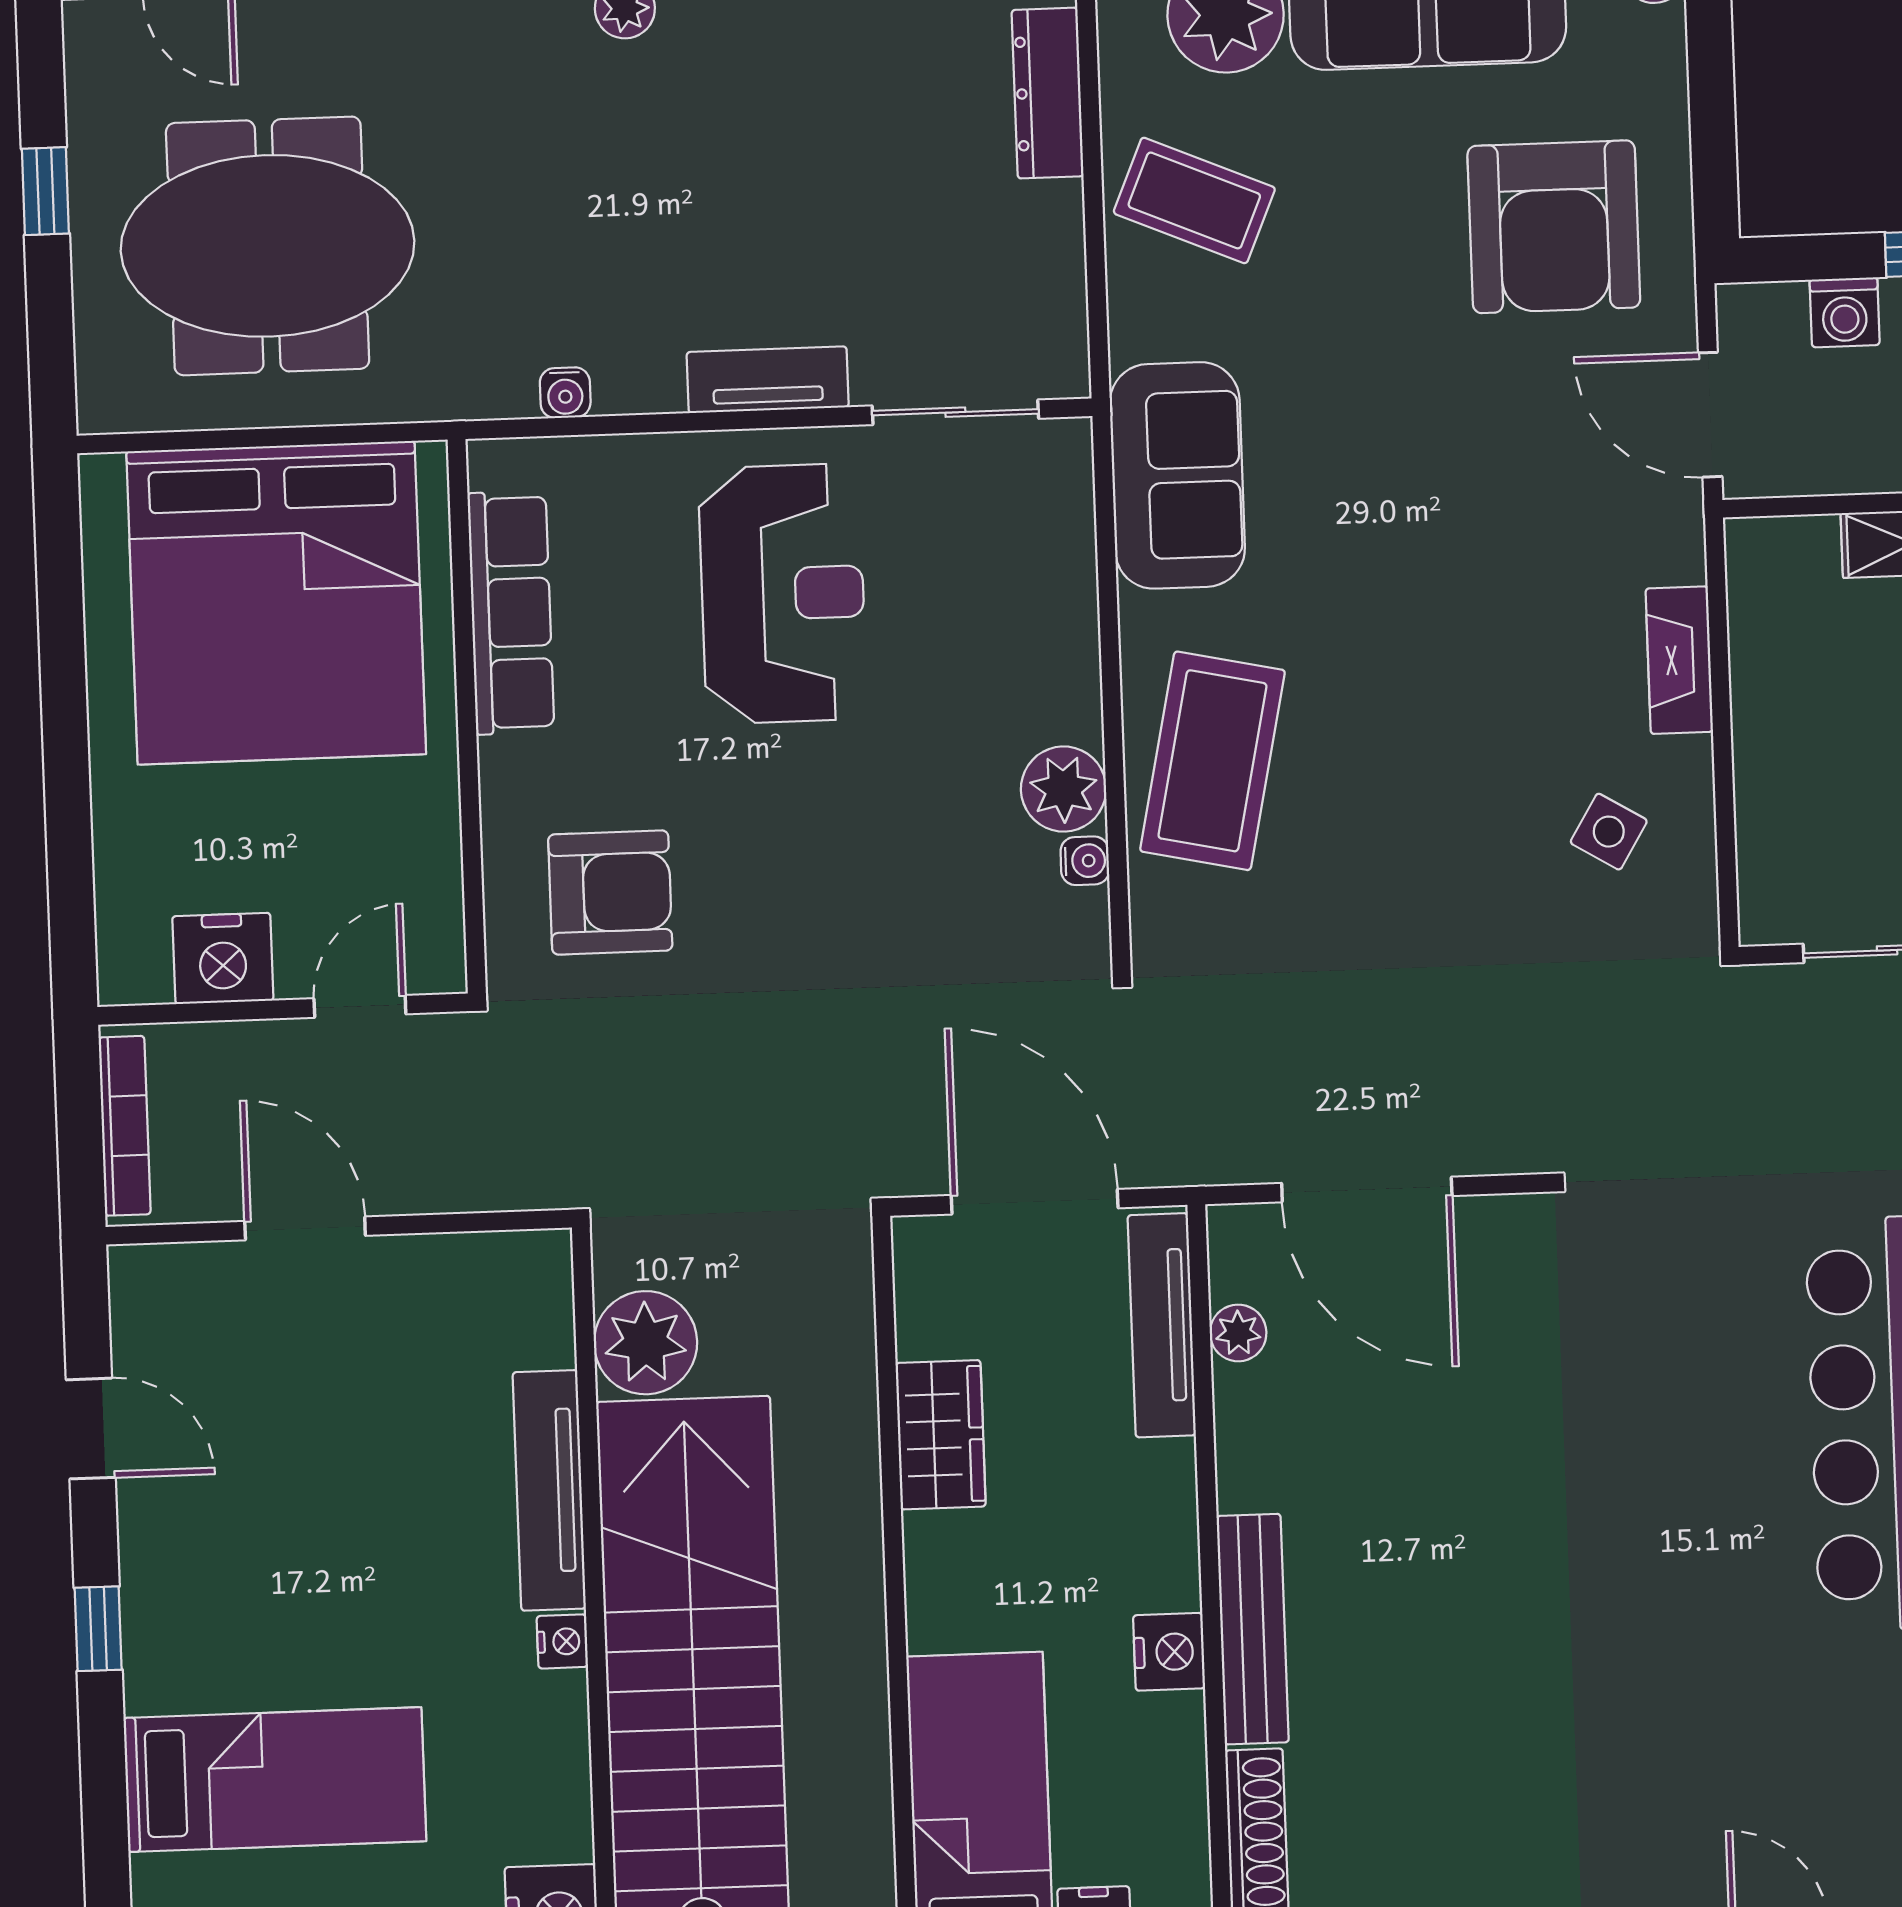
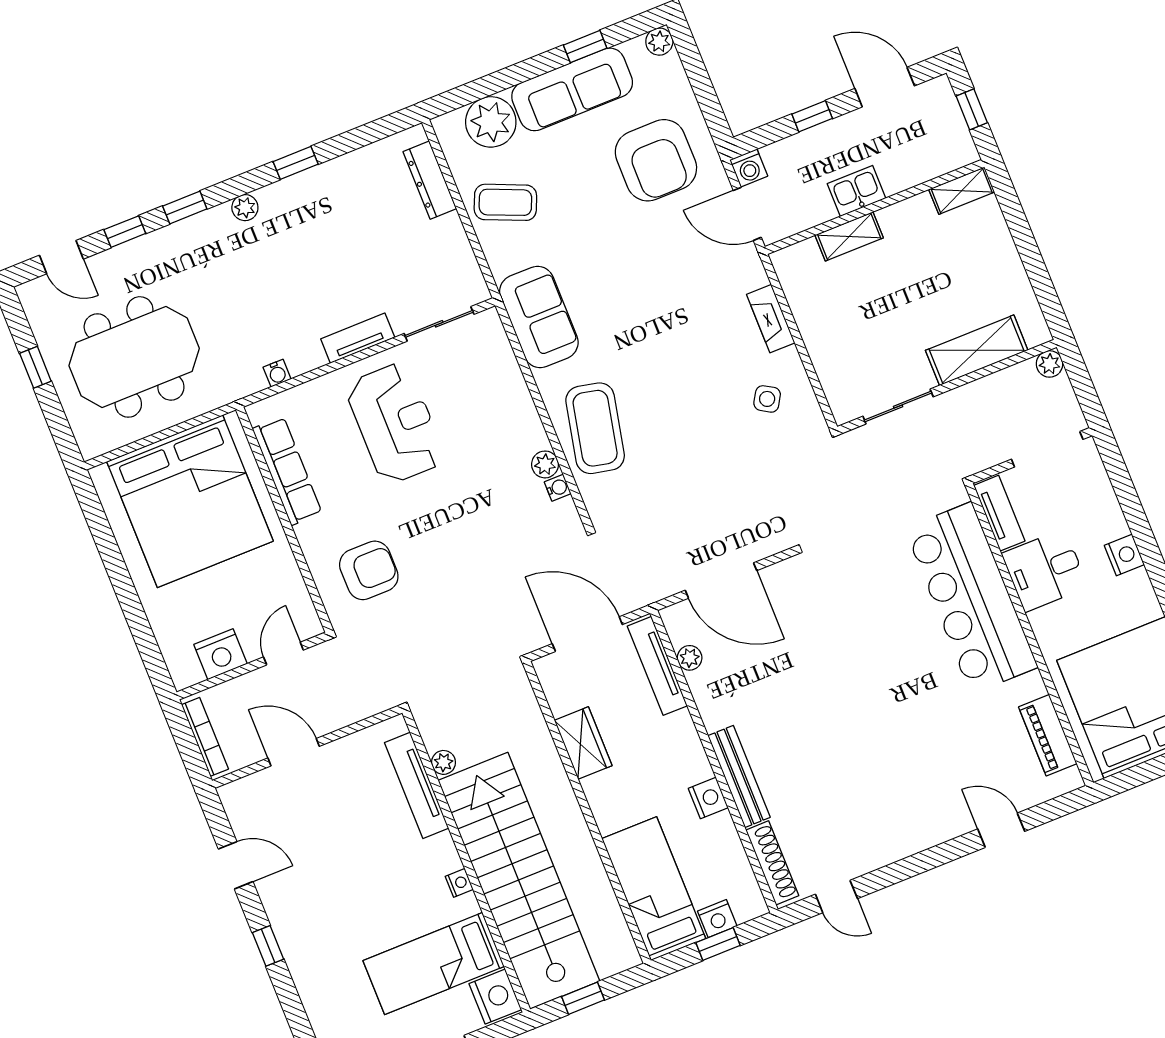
washing machine: (1845, 312) -> (749, 168), moved
plant: (1064, 789) -> (545, 464), width x0.73, depth x0.73
plant: (646, 1343) -> (444, 762), width x0.53, depth x0.53
tv unit: (549, 1490) -> (417, 785), moved
bed: (275, 1780) -> (434, 964), moved, turned 180

